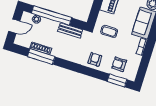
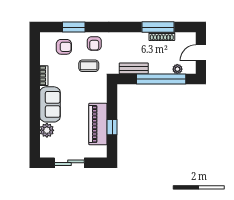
coffee table: (109, 31) -> (89, 66), moved
window: (117, 81) -> (74, 27), moved

